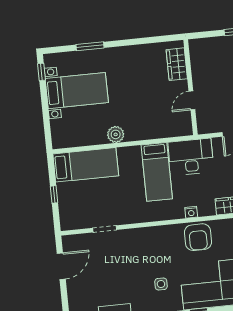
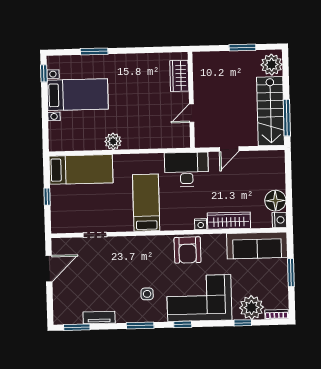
bed: (157, 172) -> (146, 203), moved, turned 180
nightstand: (191, 212) -> (201, 224), moved

